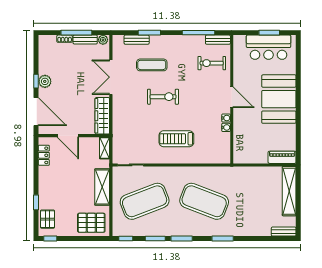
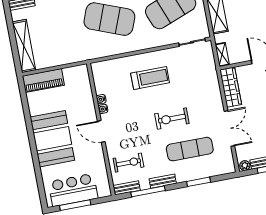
window: (269, 33) -> (75, 205), width x1.44
bench: (137, 40) -> (163, 181), moved
exercise mat: (152, 65) -> (190, 149), width x1.36, depth x1.45
piano: (282, 157) -> (43, 81), width x1.37, depth x1.33

